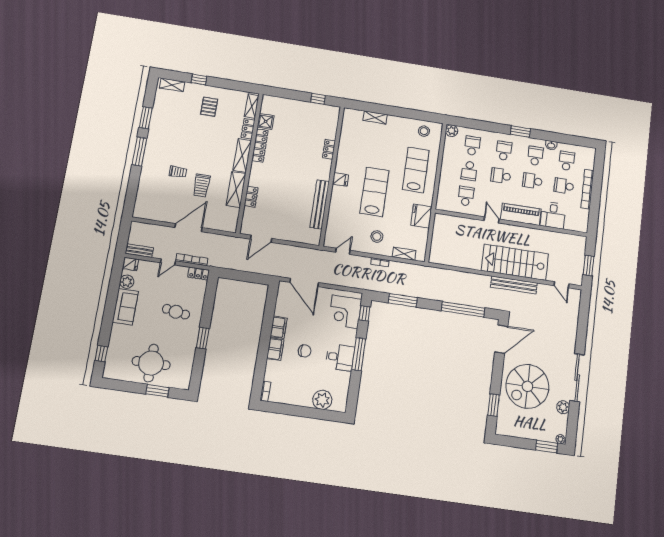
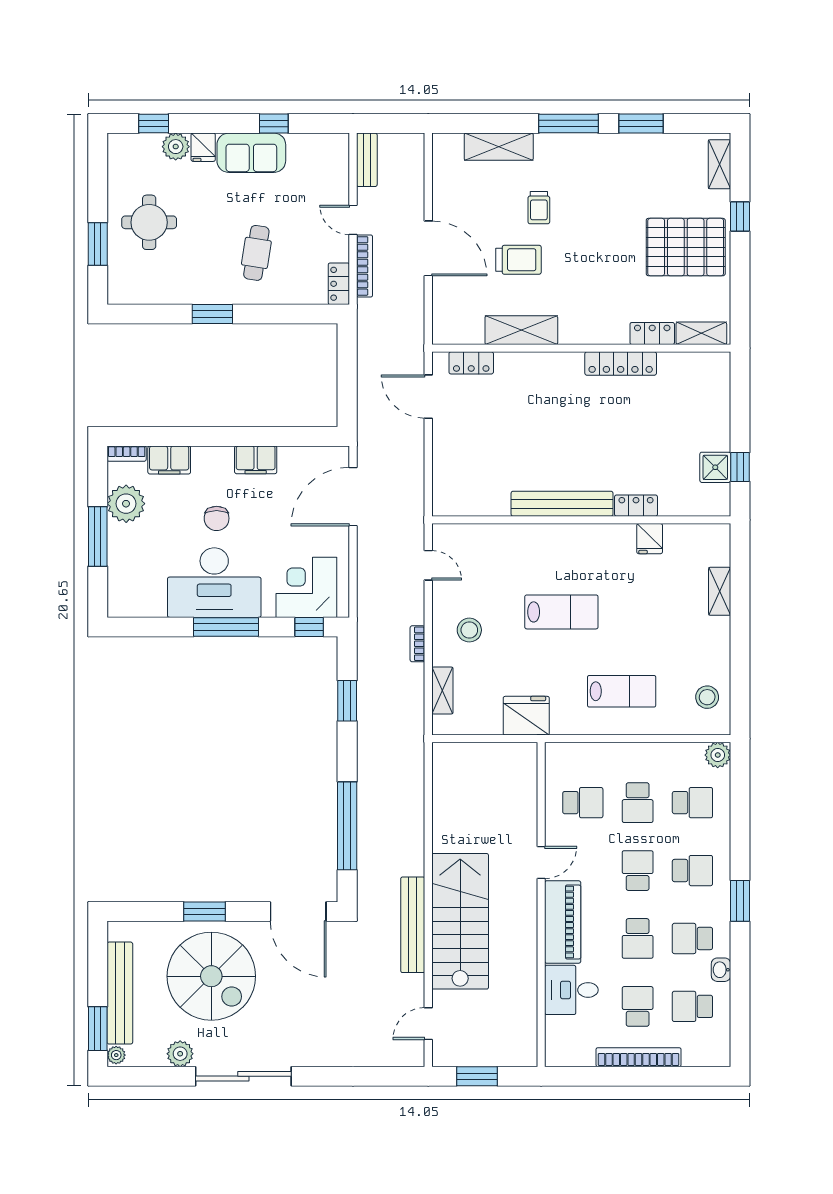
pallet: (209, 107) -> (686, 247), width x2.05, depth x2.00
shower: (266, 121) -> (715, 467), moved
shelving: (242, 156) -> (499, 147), moved
school desk: (535, 156) -> (692, 938), turned 180
school desk: (567, 161) -> (692, 1006), turned 180
lab bench: (416, 170) -> (622, 691), width x0.73, depth x0.72
school desk: (469, 171) -> (638, 803), turned -90
fridge: (340, 179) -> (650, 539), moved
school desk: (532, 181) -> (638, 938), turned 180
trolley: (202, 185) -> (519, 260), turned 180
lab bench: (374, 192) -> (561, 612), width x0.73, depth x0.72
locker: (251, 197) -> (471, 363), moved
bench: (320, 204) -> (562, 504), moved
fridge: (130, 264) -> (203, 147), moved
plant: (127, 282) -> (176, 147), moved
window: (113, 293) -> (274, 124), added
window: (403, 300) -> (347, 701), width x0.69
filing cabinet: (275, 349) -> (169, 460), moved
desk: (340, 357) -> (214, 583), width x1.87, depth x1.30
round table: (151, 363) -> (149, 222), width x0.73, depth x0.73
spiral stairs: (527, 386) -> (211, 976), turned 180
plant: (322, 400) -> (126, 504), moved
window: (494, 405) -> (204, 912), moved
window: (305, 412) -> (98, 537), added
bench: (531, 433) -> (120, 993), added

